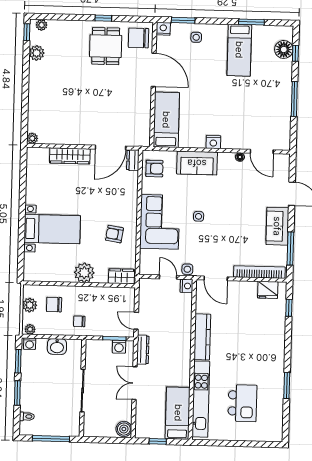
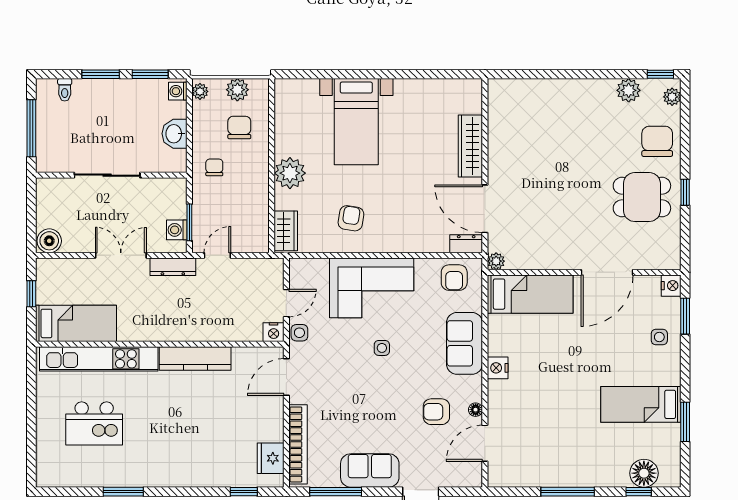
chair: (139, 38) -> (657, 141), moved
plant: (32, 138) -> (496, 261), moved
armchair: (241, 182) -> (436, 412), added

